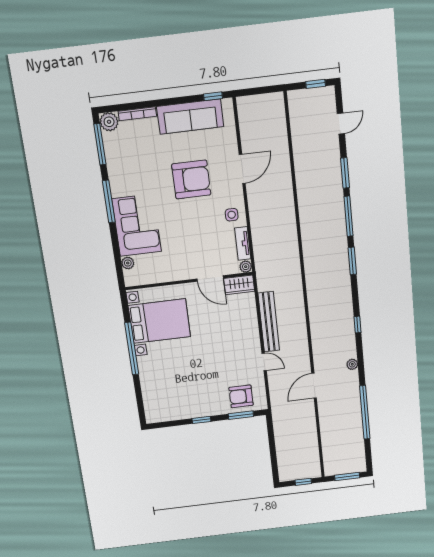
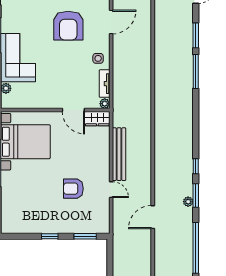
armchair: (191, 180) -> (68, 26), turned 90
window: (352, 261) -> (196, 196), moved
armchair: (241, 396) -> (73, 189), moved

